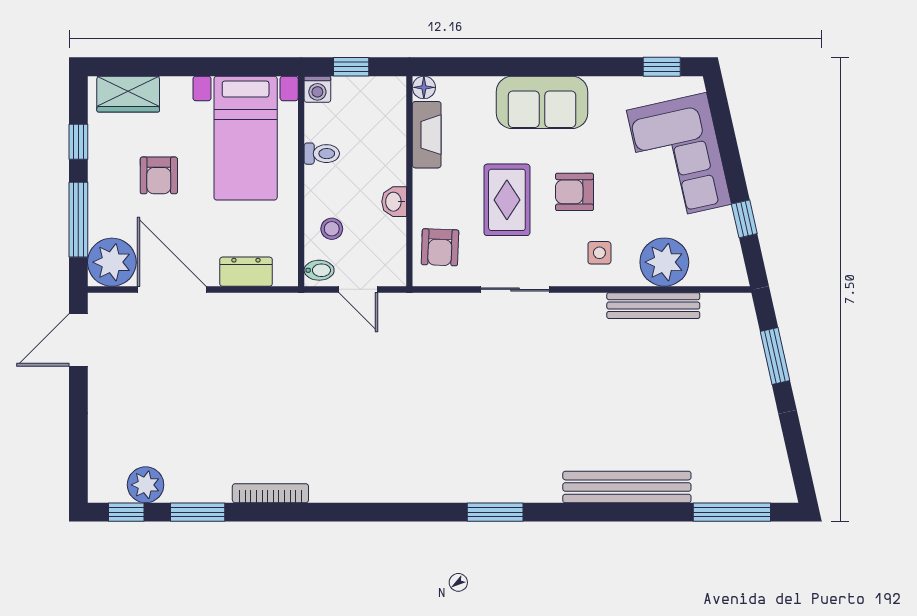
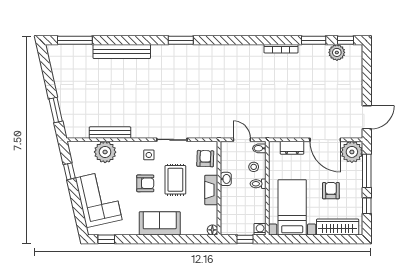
wardrobe: (128, 94) -> (338, 227), width x1.50
fireplace: (427, 135) -> (211, 190), moved
toilet: (322, 154) -> (258, 184), moved
side table: (599, 253) -> (149, 155), moved

